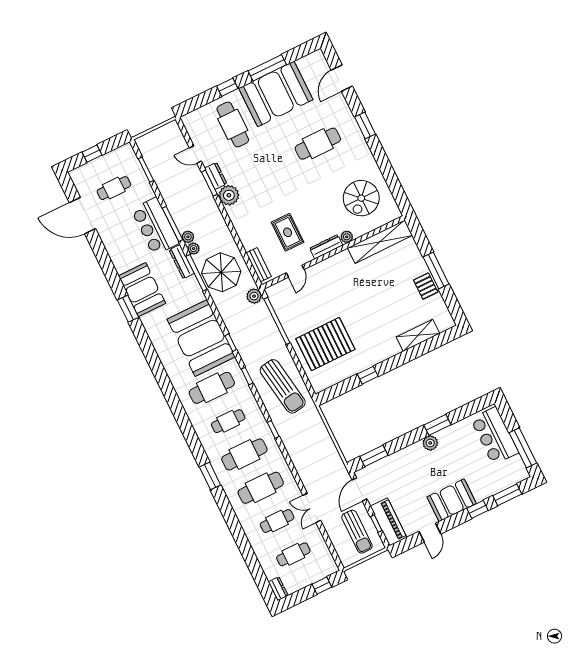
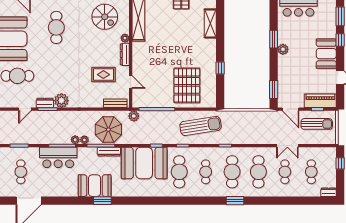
dresser: (182, 262) -> (109, 152), moved

